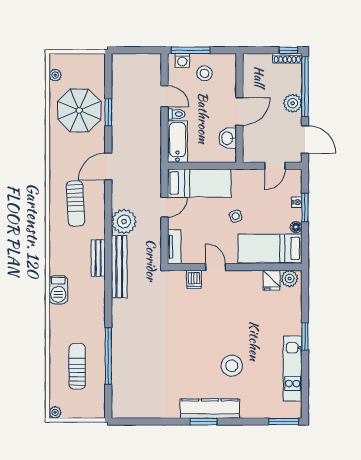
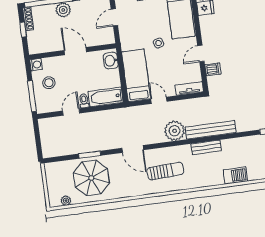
window: (288, 50) -> (23, 30), moved
washing machine: (182, 60) -> (36, 65), moved
washbasin: (228, 138) -> (111, 61), moved, turned 90
door: (275, 166) -> (114, 17), swing flipped

